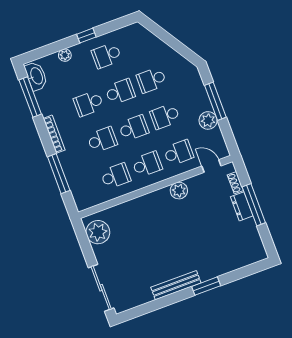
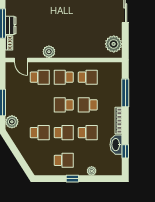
washbasin: (36, 76) -> (116, 145), moved
school desk: (120, 92) -> (64, 133), turned 180
window: (30, 97) -> (125, 151), width x0.46
school desk: (165, 116) -> (40, 105), removed
plant: (208, 120) -> (12, 122), moved
school desk: (179, 153) -> (40, 77), turned 180
school desk: (116, 176) -> (88, 77), turned 180

